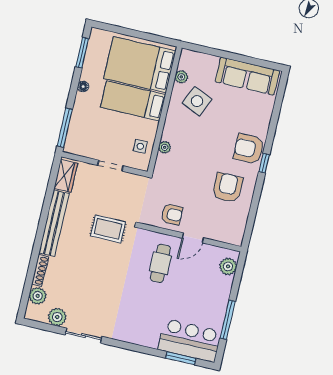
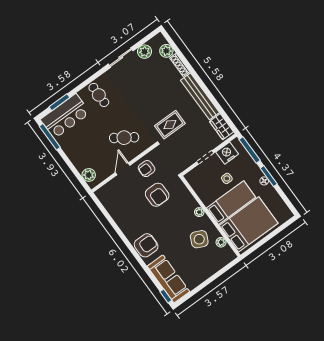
window: (82, 53) -> (269, 176), moved
sofa: (247, 76) -> (168, 279), moved, turned 90
side table: (140, 146) -> (227, 178), moved
nightstand: (87, 147) -> (227, 153), added
plant: (165, 147) -> (199, 212), moved
window: (264, 163) -> (166, 296), moved
armchair: (227, 188) -> (157, 195), moved
cafe table: (160, 263) -> (124, 138), turned -56
window: (228, 320) -> (50, 137), moved
cafe table: (140, 325) -> (99, 95), added

